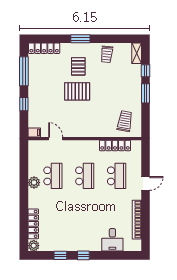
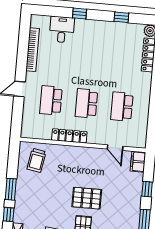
filing cabinet: (34, 132) -> (138, 162), width x2.00
locker: (115, 145) -> (69, 136), moved
plant: (34, 183) -> (143, 101), removed
window: (83, 255) -> (79, 14), moved

